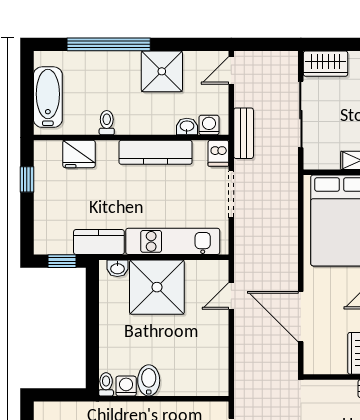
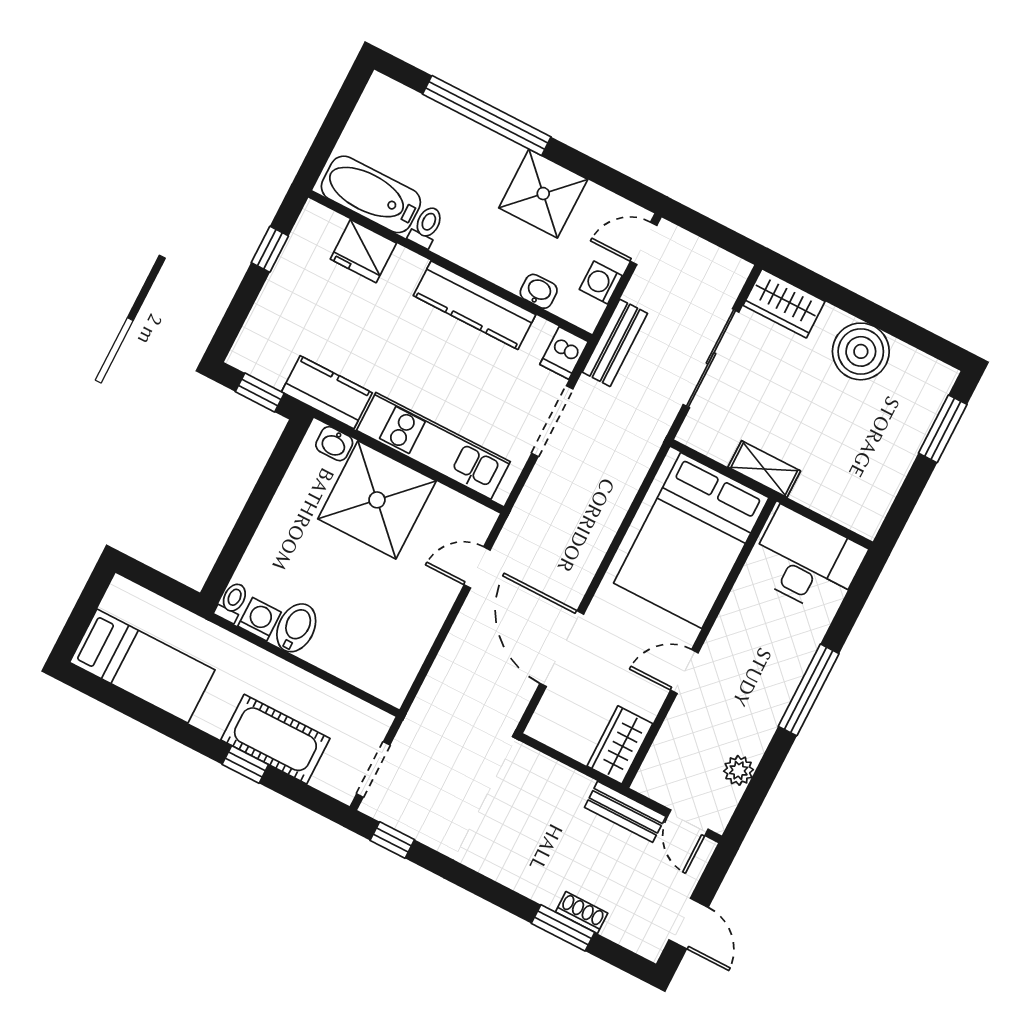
bathtub: (48, 97) -> (371, 194), moved, turned -90
washing machine: (209, 125) -> (601, 283), moved, turned -90

